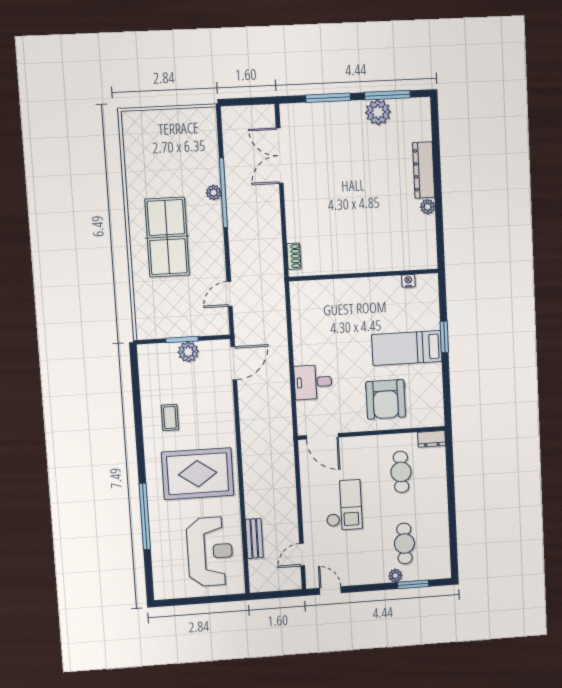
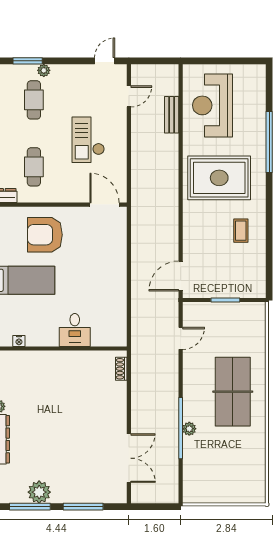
plant: (188, 352) -> (221, 289), removed
desk: (313, 382) -> (75, 330), moved, turned 90
armchair: (386, 399) -> (45, 235), turned -90
door: (330, 590) -> (105, 61), swing flipped

